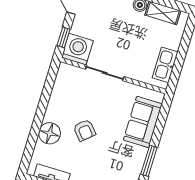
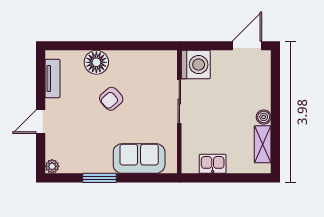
window: (64, 37) -> (204, 46), removed
kitchen sink: (165, 65) -> (213, 164), width x0.73

